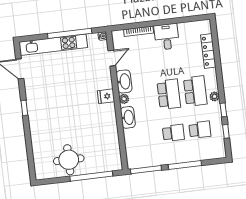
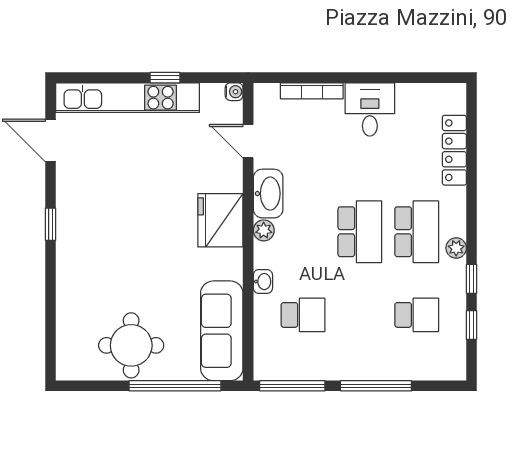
window: (70, 33) -> (165, 78), width x0.32
door: (112, 58) -> (248, 141), swing flipped
fridge: (106, 96) -> (220, 220), width x1.88, depth x1.34
washbasin: (128, 117) -> (263, 282), width x0.52, depth x0.69
school desk: (173, 133) -> (303, 315), moved
sofa: (110, 148) -> (222, 331), added

